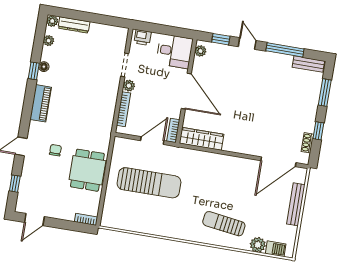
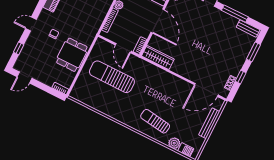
door: (152, 141) -> (123, 48), swing flipped
sun lounger: (149, 183) -> (112, 77), turned 180

